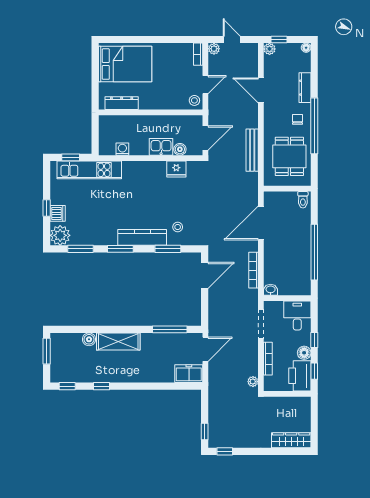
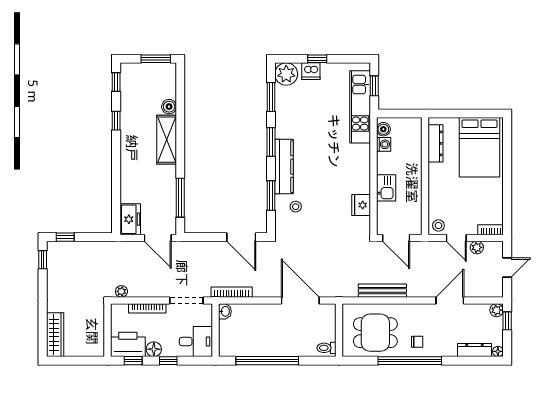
plant: (214, 49) -> (477, 247), moved
dresser: (305, 88) -> (474, 350), moved
boiler: (180, 149) -> (383, 129), moved
bookcase: (253, 270) -> (232, 292), moved

